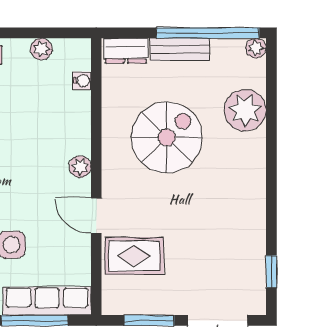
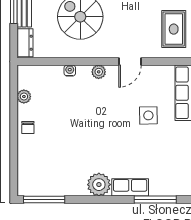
water cooler: (82, 81) -> (70, 71), moved
rug: (134, 256) -> (174, 29), moved

